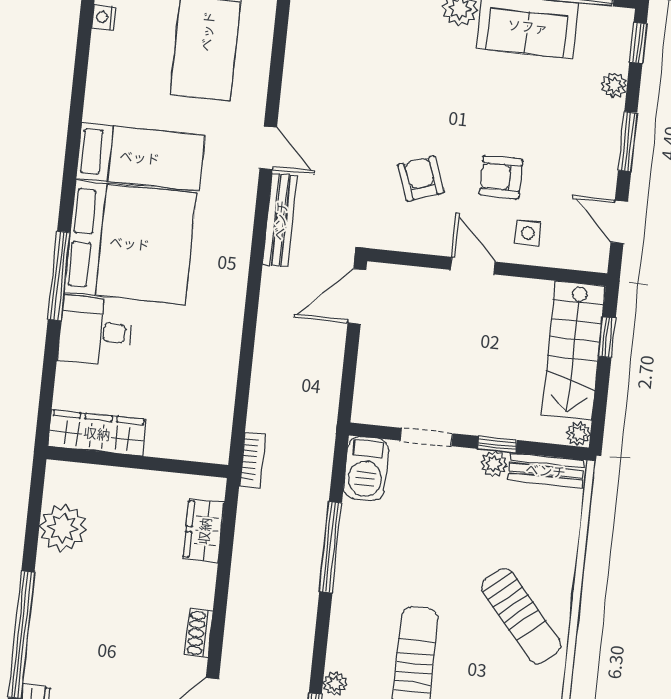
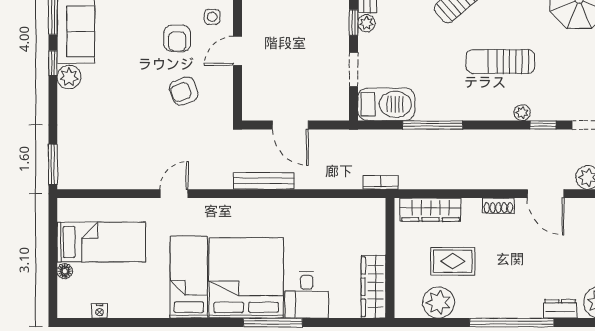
bench: (280, 220) -> (264, 181), moved
door: (357, 296) -> (290, 125), moved
barbecue: (366, 469) -> (386, 104), width x1.37, depth x1.21
wardrobe: (204, 531) -> (430, 210), width x1.50
rug: (123, 556) -> (453, 261), added

